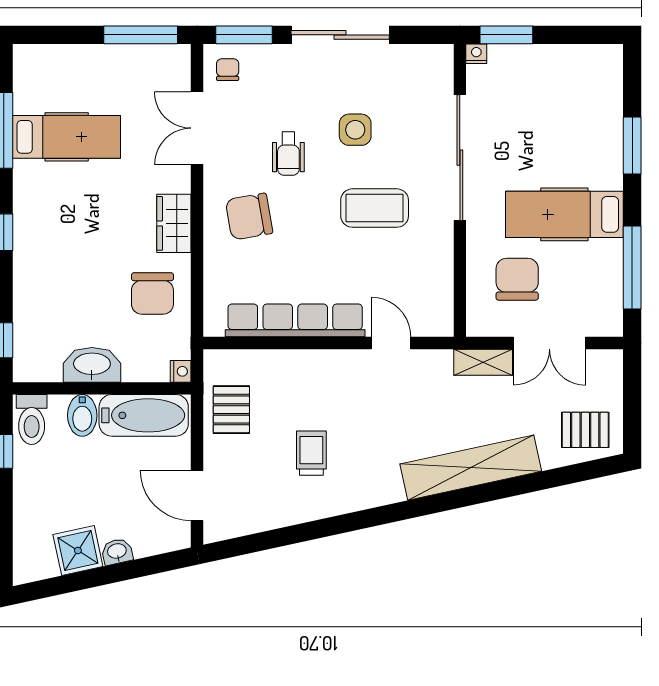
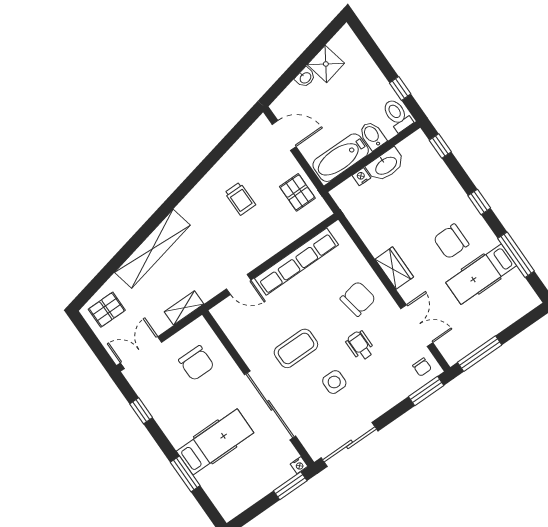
sliding door: (340, 35) -> (350, 444), moved
hospital bed: (564, 214) -> (215, 442), moved
window: (632, 267) -> (141, 411), width x0.46
chair: (152, 293) -> (451, 241), moved, turned -90
double door: (549, 343) -> (141, 353), moved
nightstand: (181, 371) -> (361, 177), moved, turned 90

